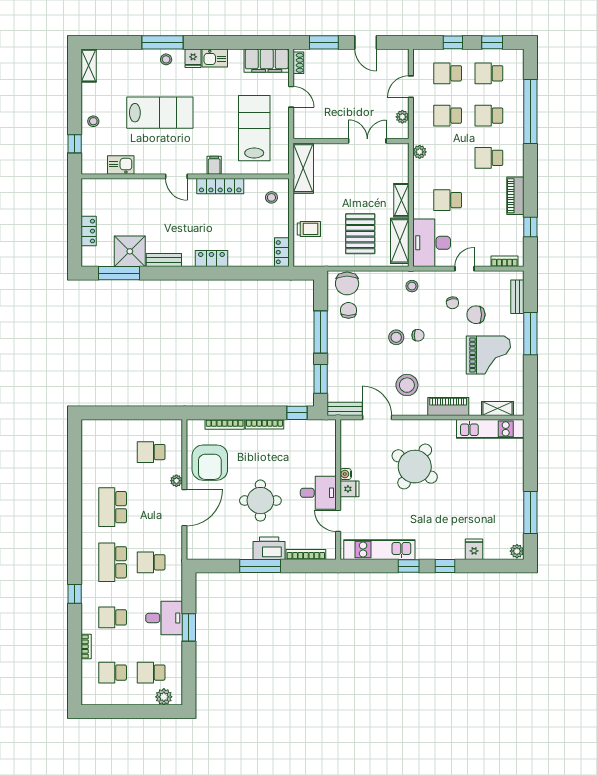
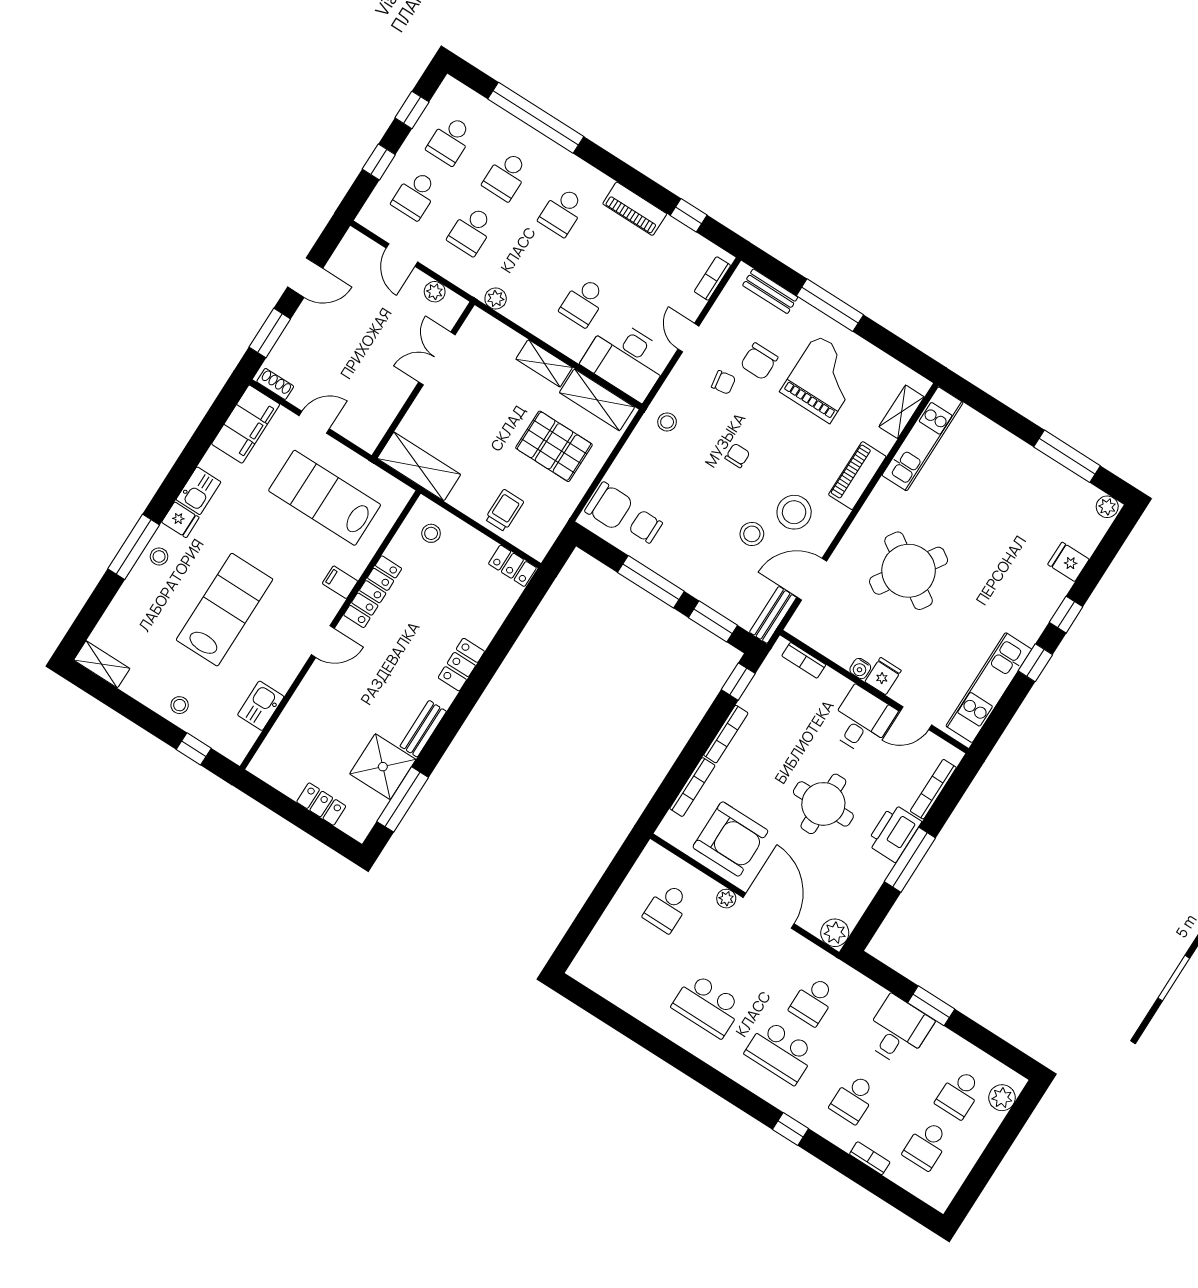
stool: (396, 337) -> (752, 534), moved
bookcase: (331, 441) -> (804, 660), added
plant: (195, 551) -> (835, 933), added

